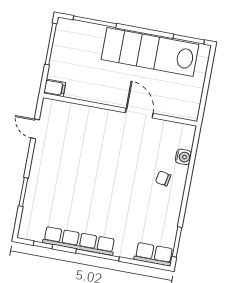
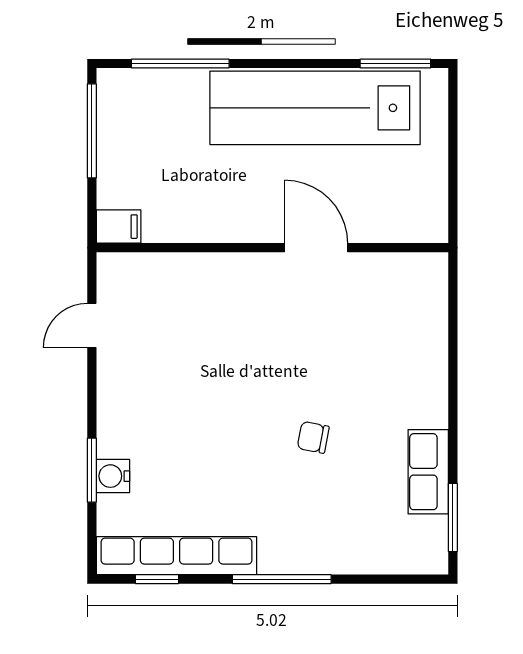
door: (35, 129) -> (92, 325), hinge flipped
water cooler: (183, 157) -> (113, 476), moved, turned 180
chair: (163, 179) -> (313, 437), moved
row of seats: (79, 241) -> (176, 556), moved
row of seats: (154, 254) -> (428, 472), moved, turned -90

